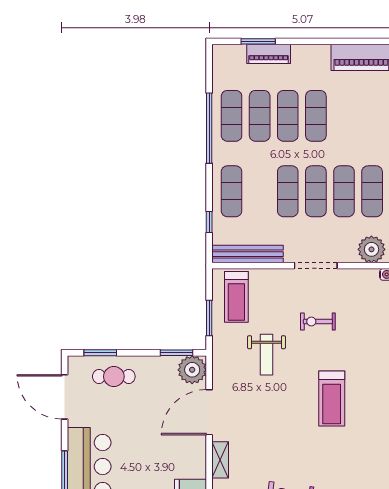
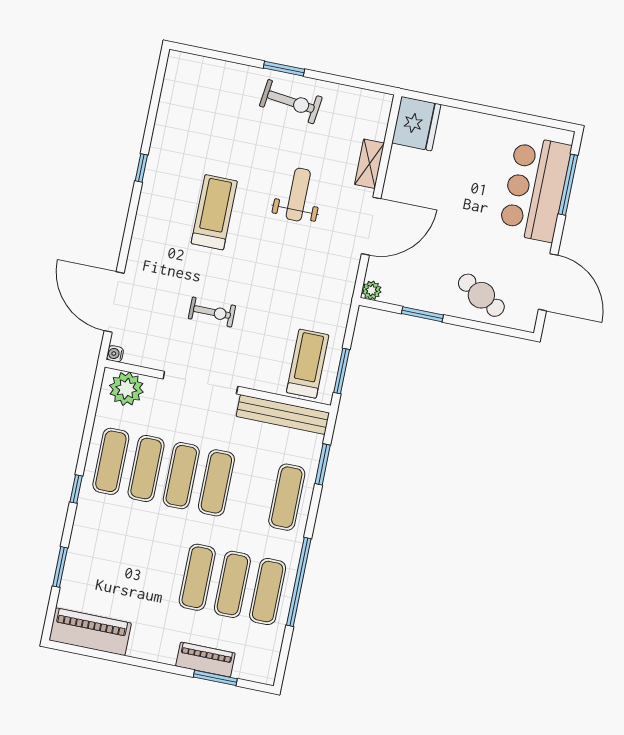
exercise mat: (316, 116) -> (162, 570), removed
window: (209, 222) -> (323, 464), width x1.50
doorway: (316, 266) -> (200, 383), width x1.36
window: (209, 318) -> (342, 371), moved
window: (100, 353) -> (492, 328), removed
window: (176, 353) -> (422, 314), moved
weight bench: (267, 355) -> (298, 195), moved
plant: (192, 370) -> (372, 290), width x0.53, depth x0.53
cafe table: (114, 376) -> (481, 295), turned 30

